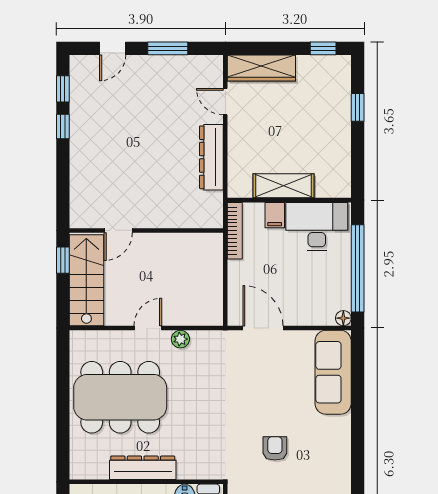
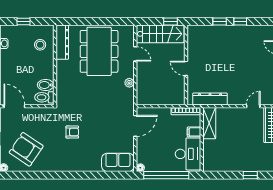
window: (63, 89) -> (220, 21), moved
dresser: (211, 157) -> (210, 99), moved
shelving: (284, 186) -> (209, 123), moved
door: (118, 230) -> (186, 68), moved
door: (148, 328) -> (135, 54), moved
sofa: (333, 372) -> (118, 162), width x0.73
dresser: (143, 468) -> (62, 42), moved

